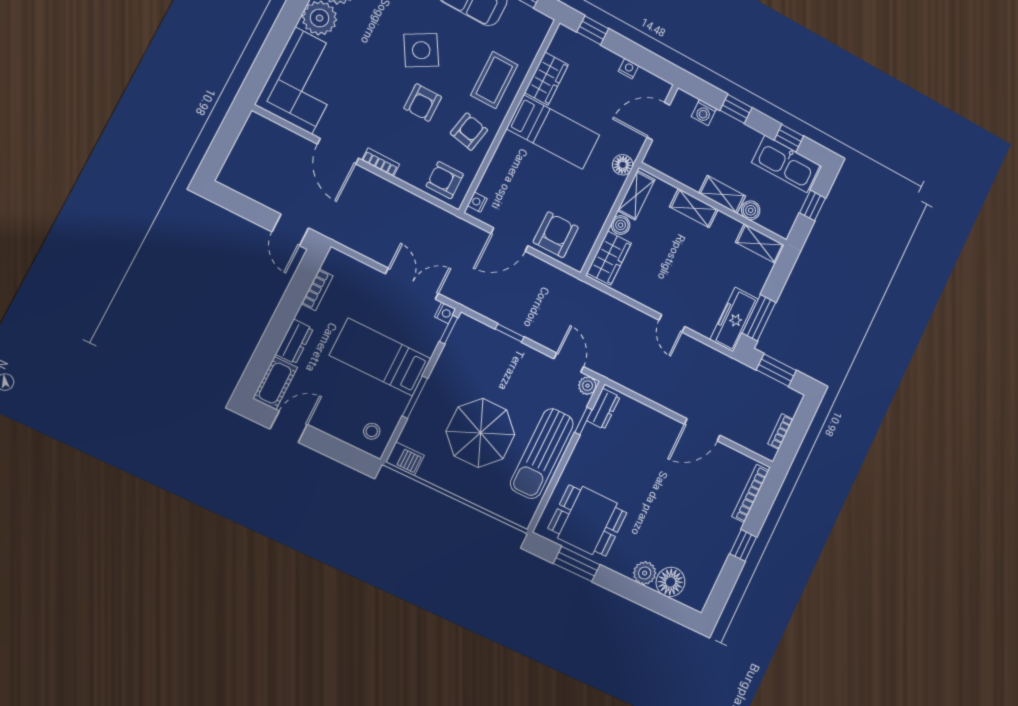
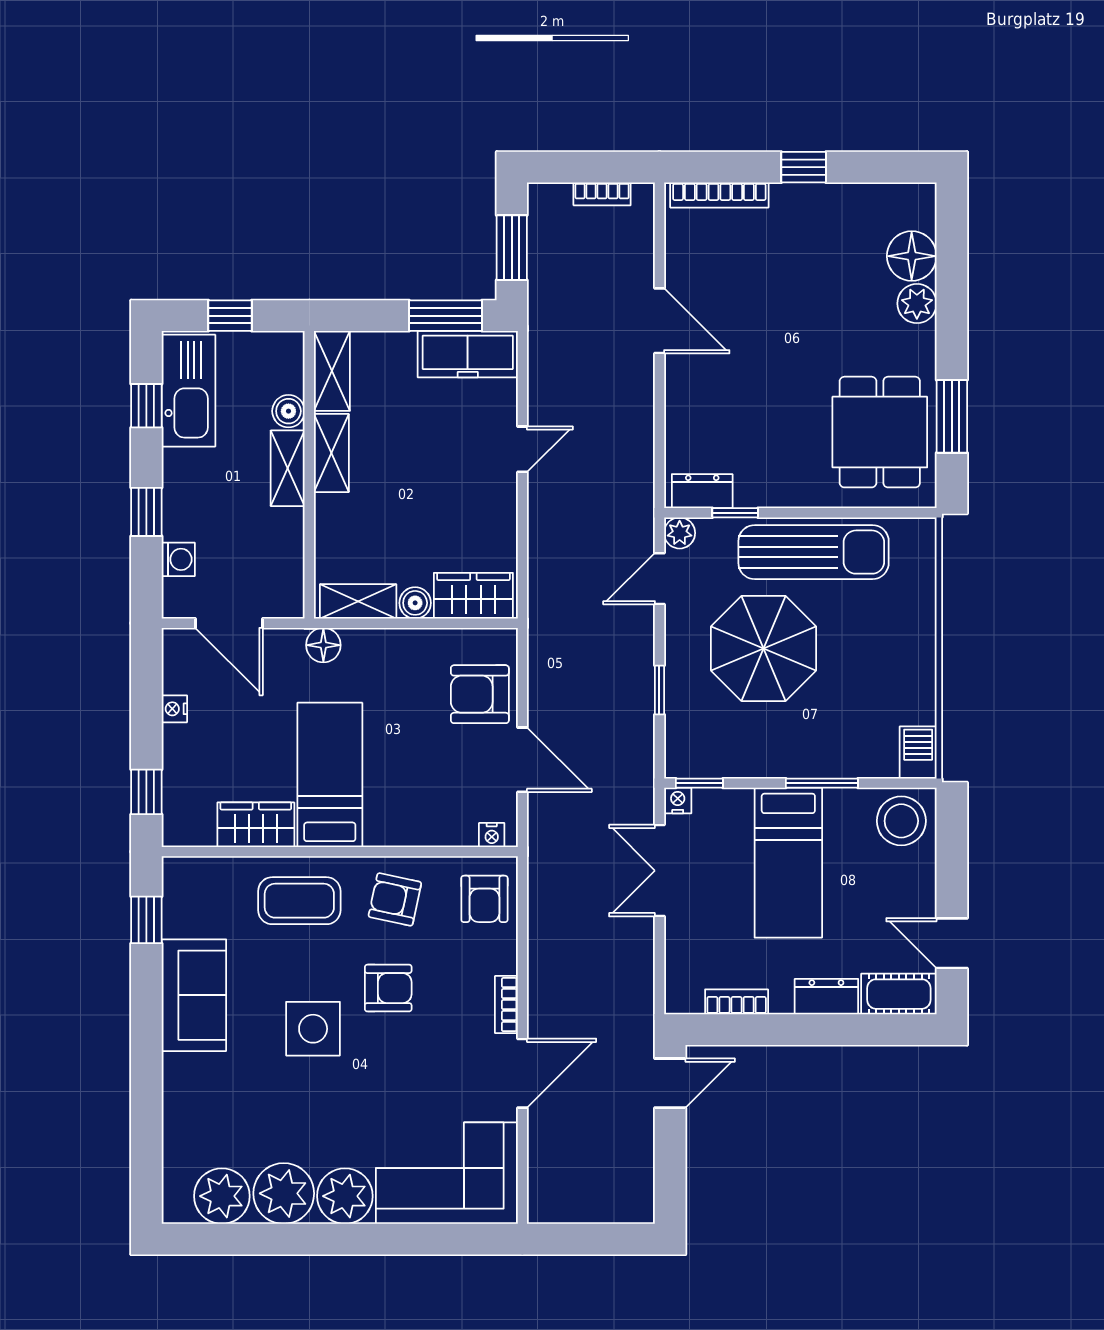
side table: (421, 50) -> (313, 1029), turned 30
shelving: (694, 208) -> (331, 453), moved
stool: (372, 431) -> (901, 821), width x1.89, depth x1.89
parasol: (480, 433) -> (764, 648), moved

